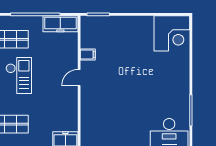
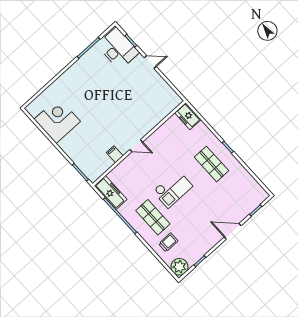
corner desk: (172, 33) -> (57, 120), moved
checkout: (19, 76) -> (173, 189), turned 180

